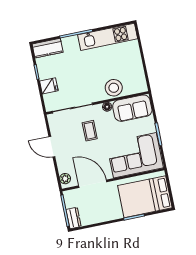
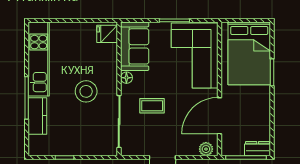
kitchen counter: (48, 48) -> (37, 116), moved
fridge: (49, 86) -> (107, 34), moved, turned -90
stool: (114, 88) -> (86, 91), moved

